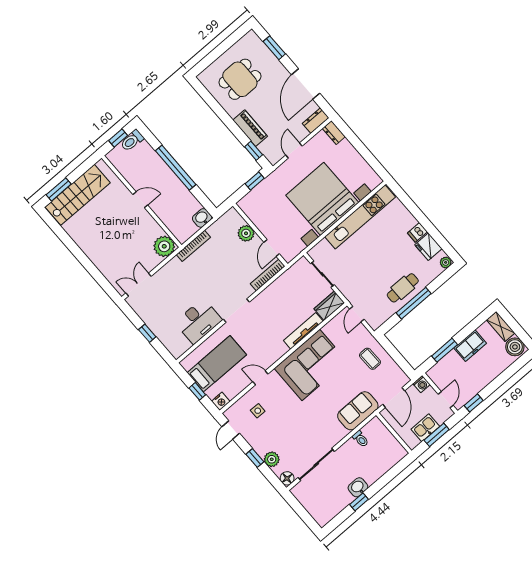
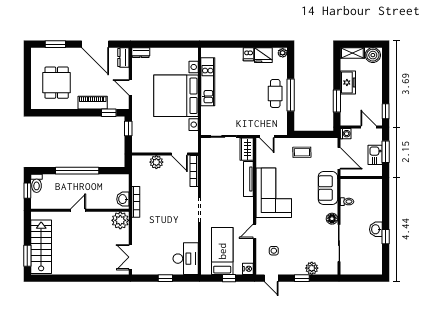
kitchen unit: (360, 217) -> (208, 82), width x0.73
washbasin: (202, 218) -> (123, 199), moved
desk: (198, 321) -> (186, 259), moved
floor lamp: (287, 478) -> (332, 219), moved

